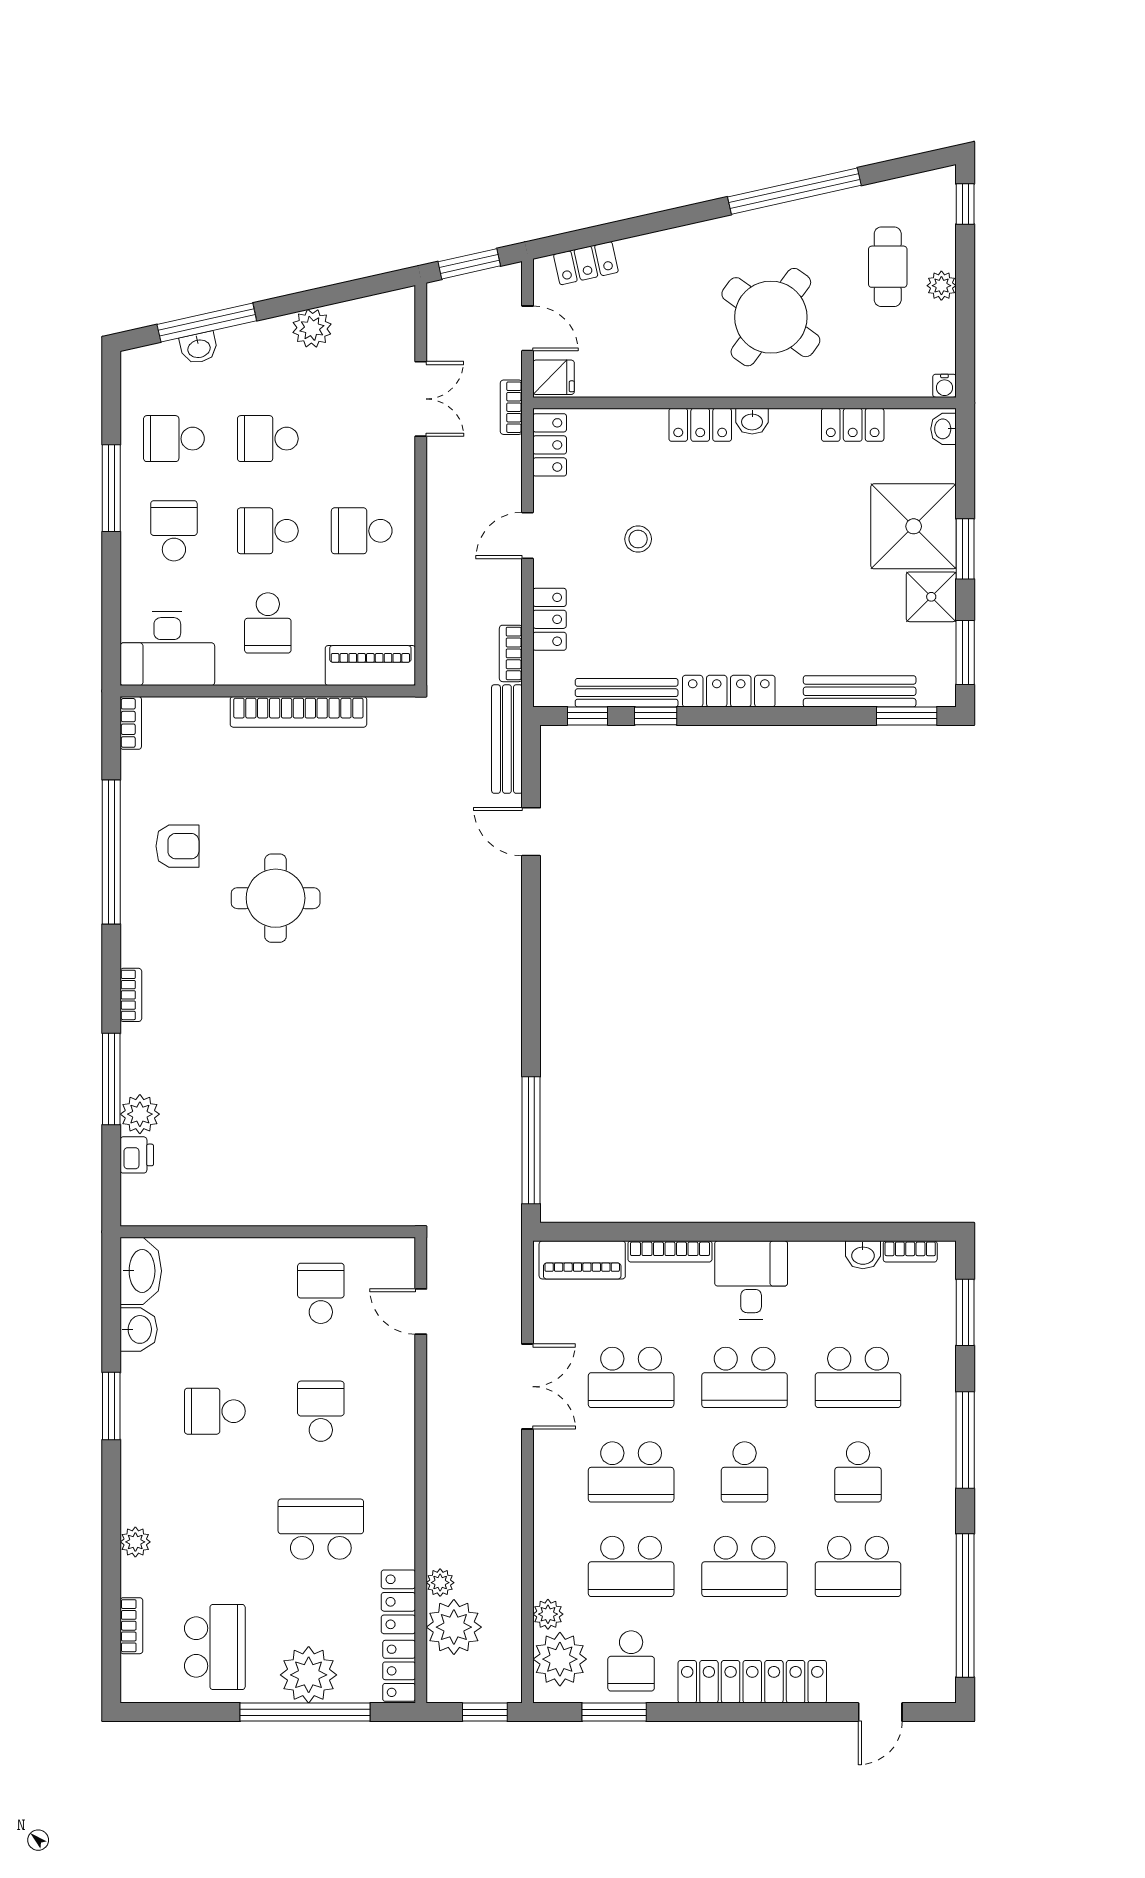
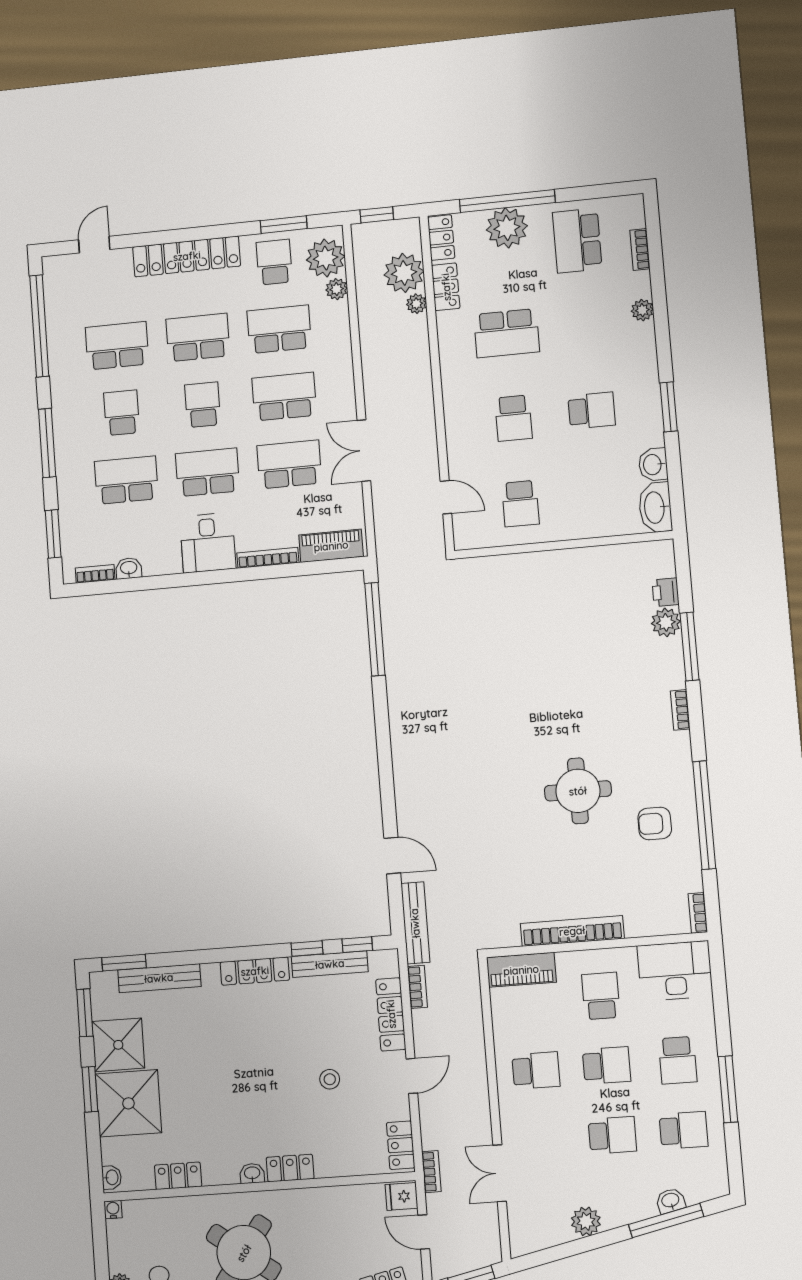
shower: (931, 597) -> (118, 1045), width x1.36, depth x1.36
locker: (549, 619) -> (391, 1014), width x1.53

